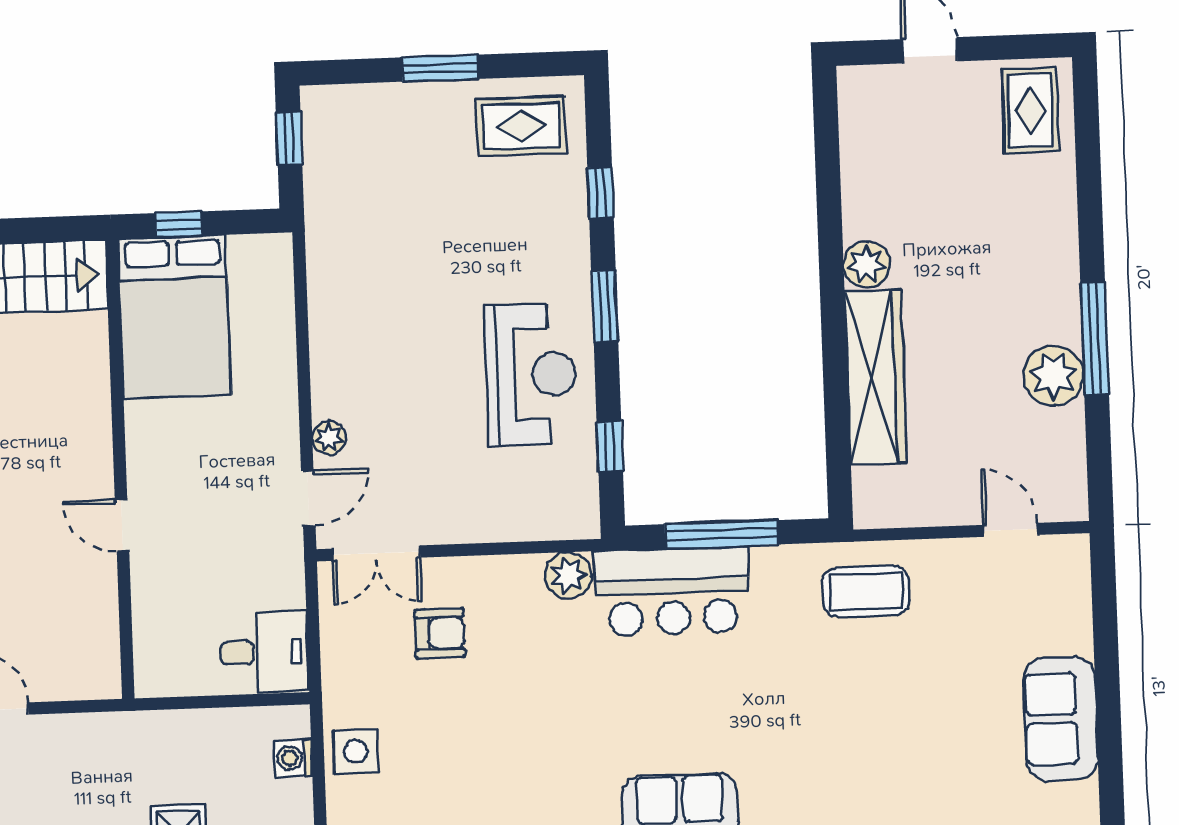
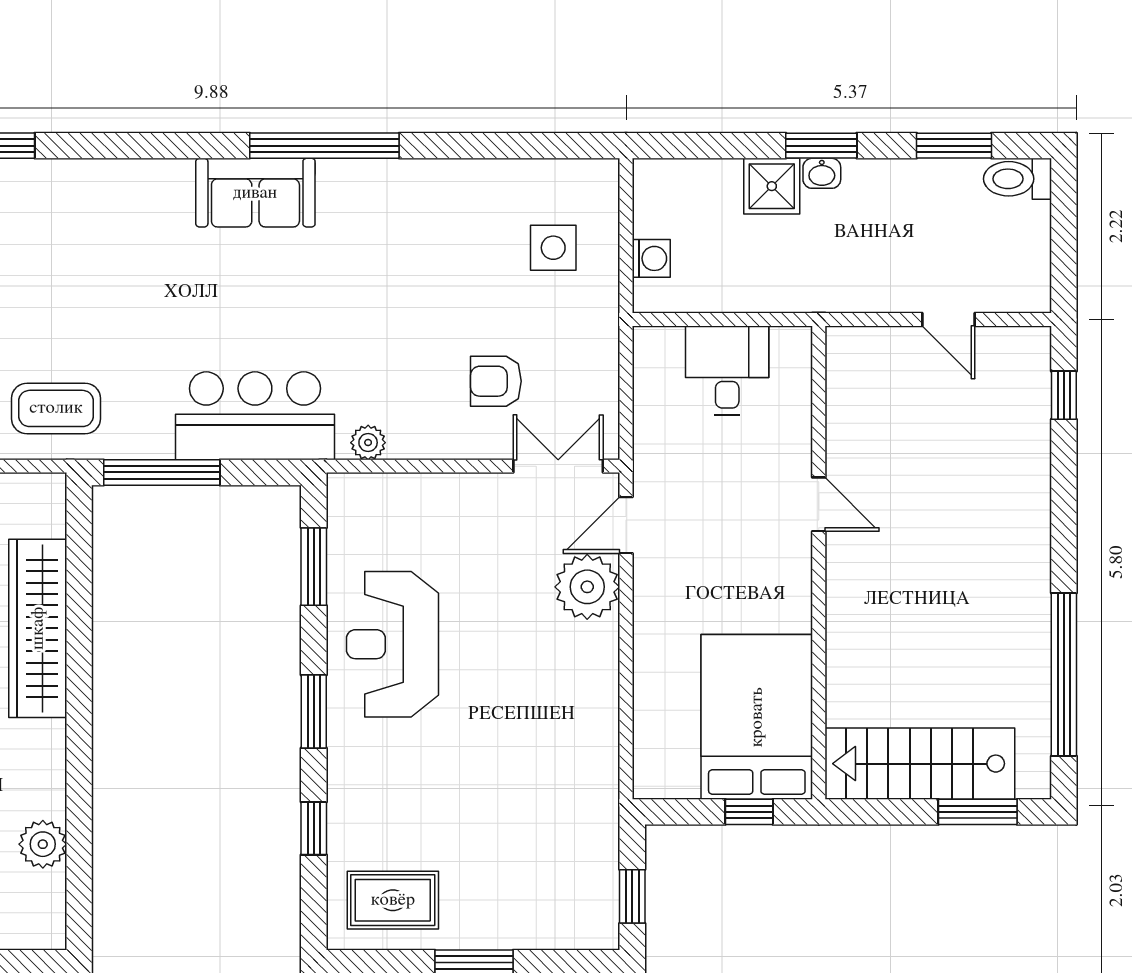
plant: (867, 264) -> (43, 844), moved
plant: (329, 438) -> (587, 587), width x1.87, depth x1.87
window: (610, 447) -> (314, 567), width x1.50
window: (722, 534) -> (162, 472), moved
plant: (568, 575) -> (368, 443), width x0.73, depth x0.73
desk: (264, 652) -> (727, 371), moved, turned 90
side table: (356, 751) -> (553, 248), moved

